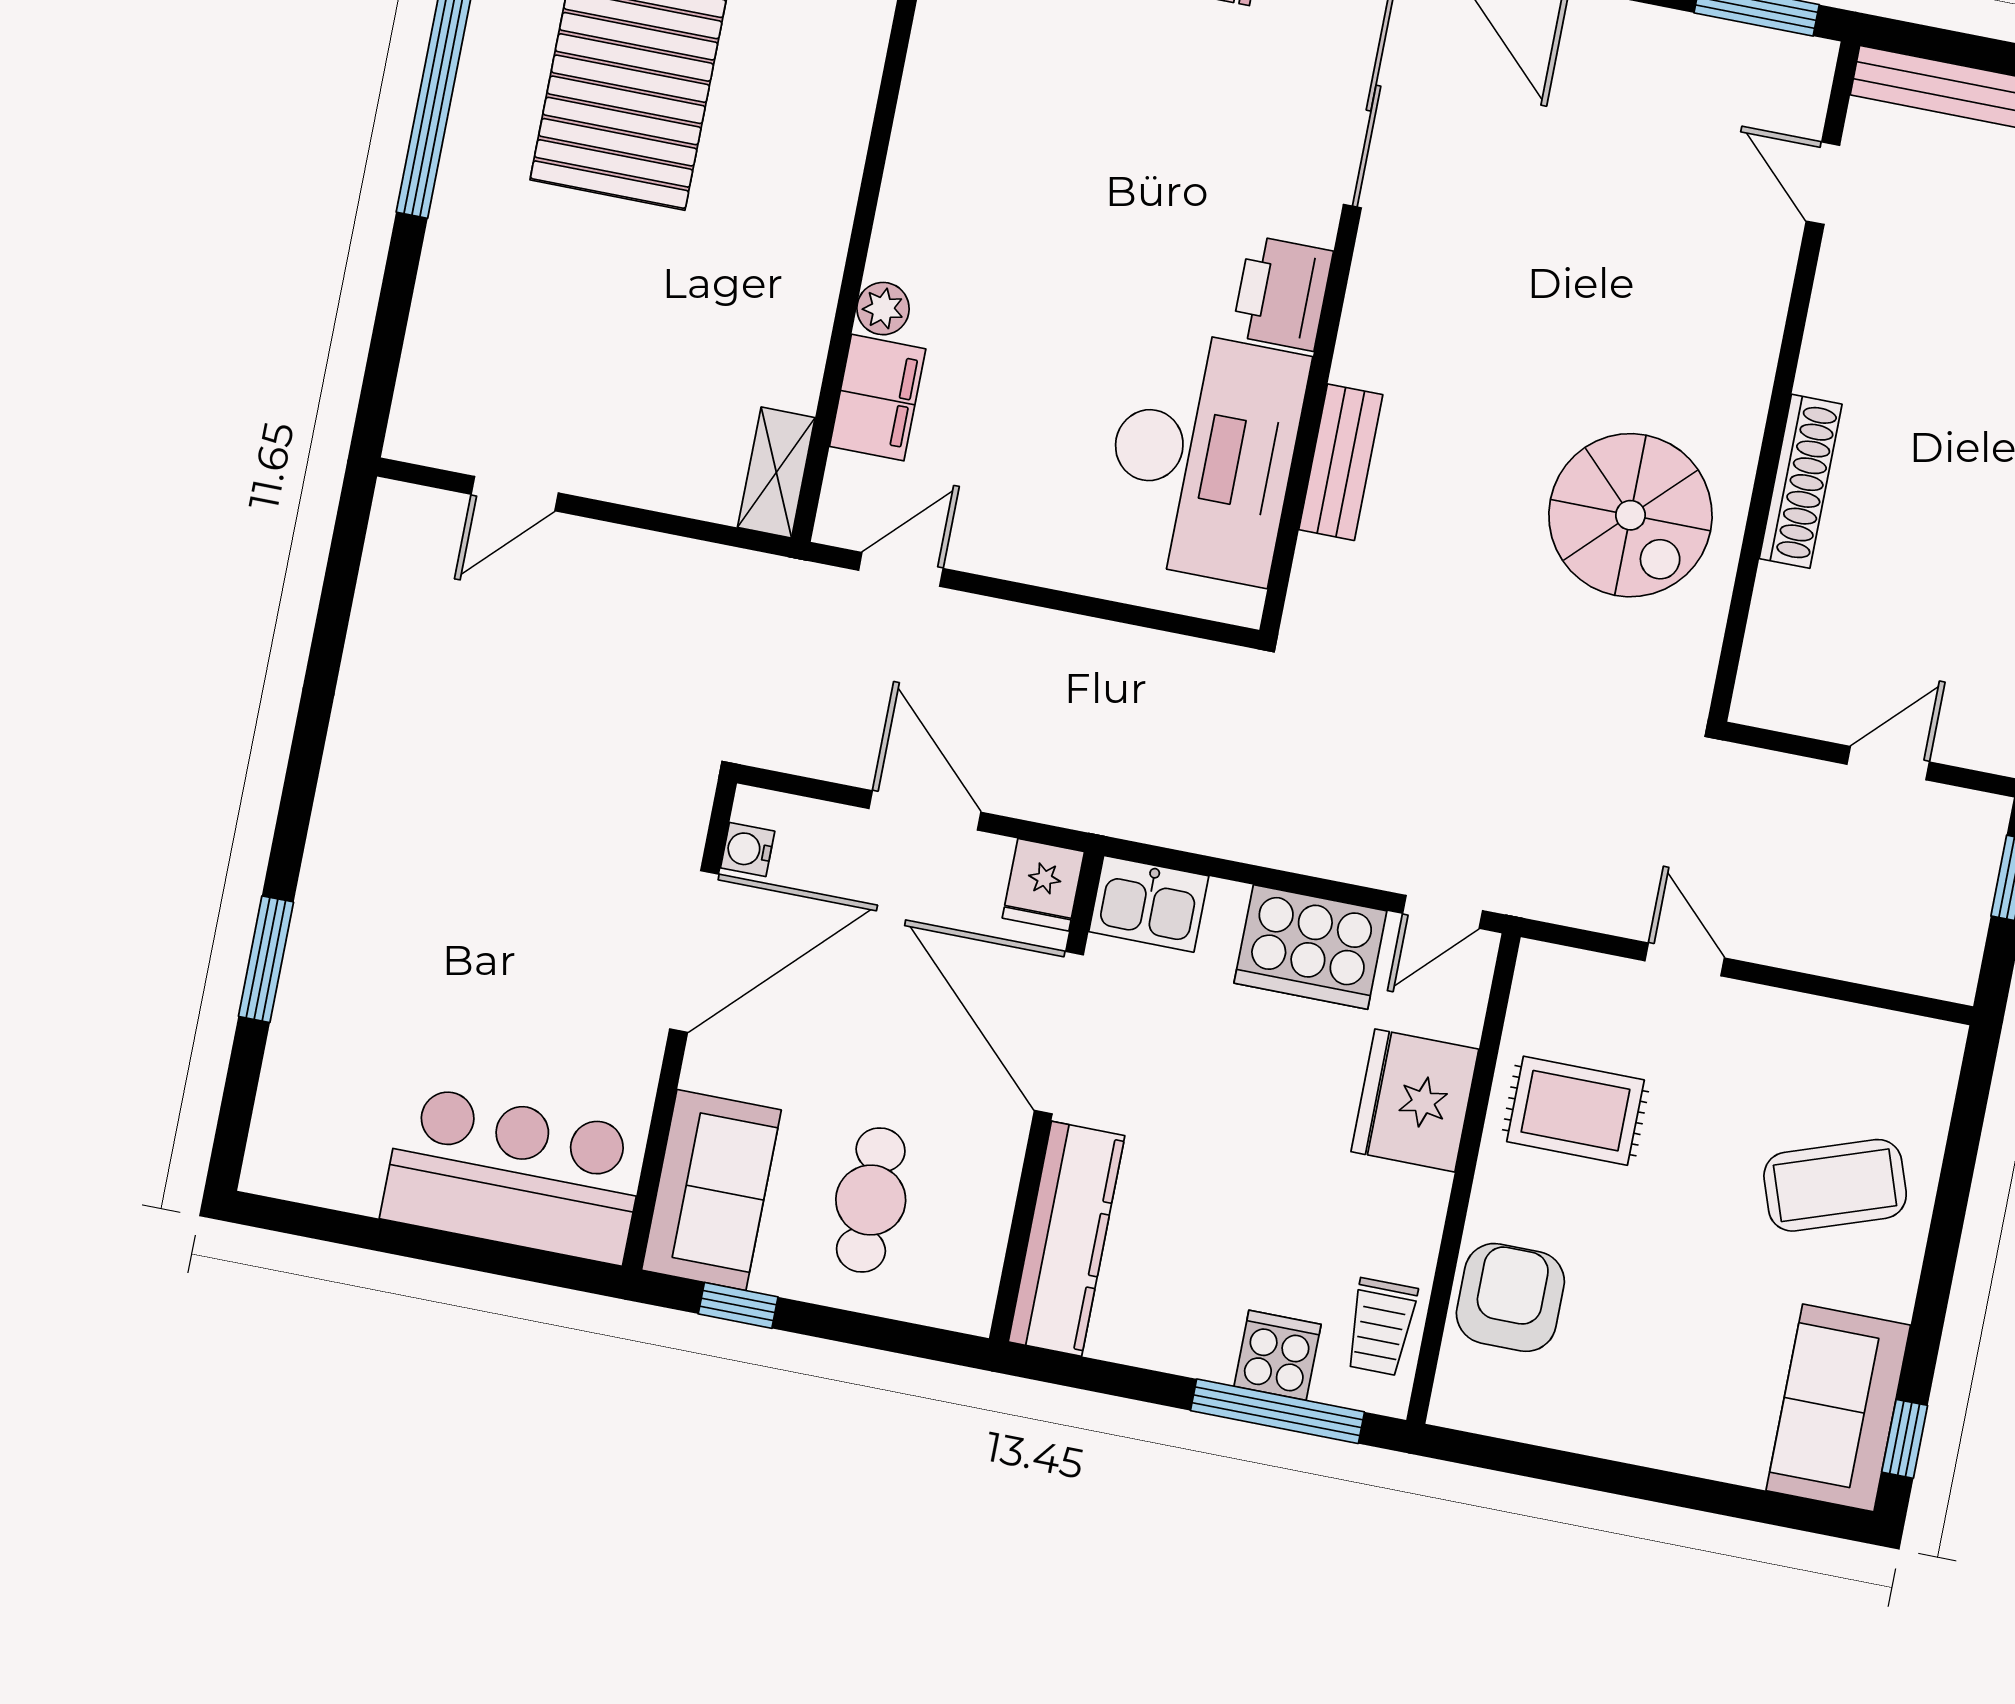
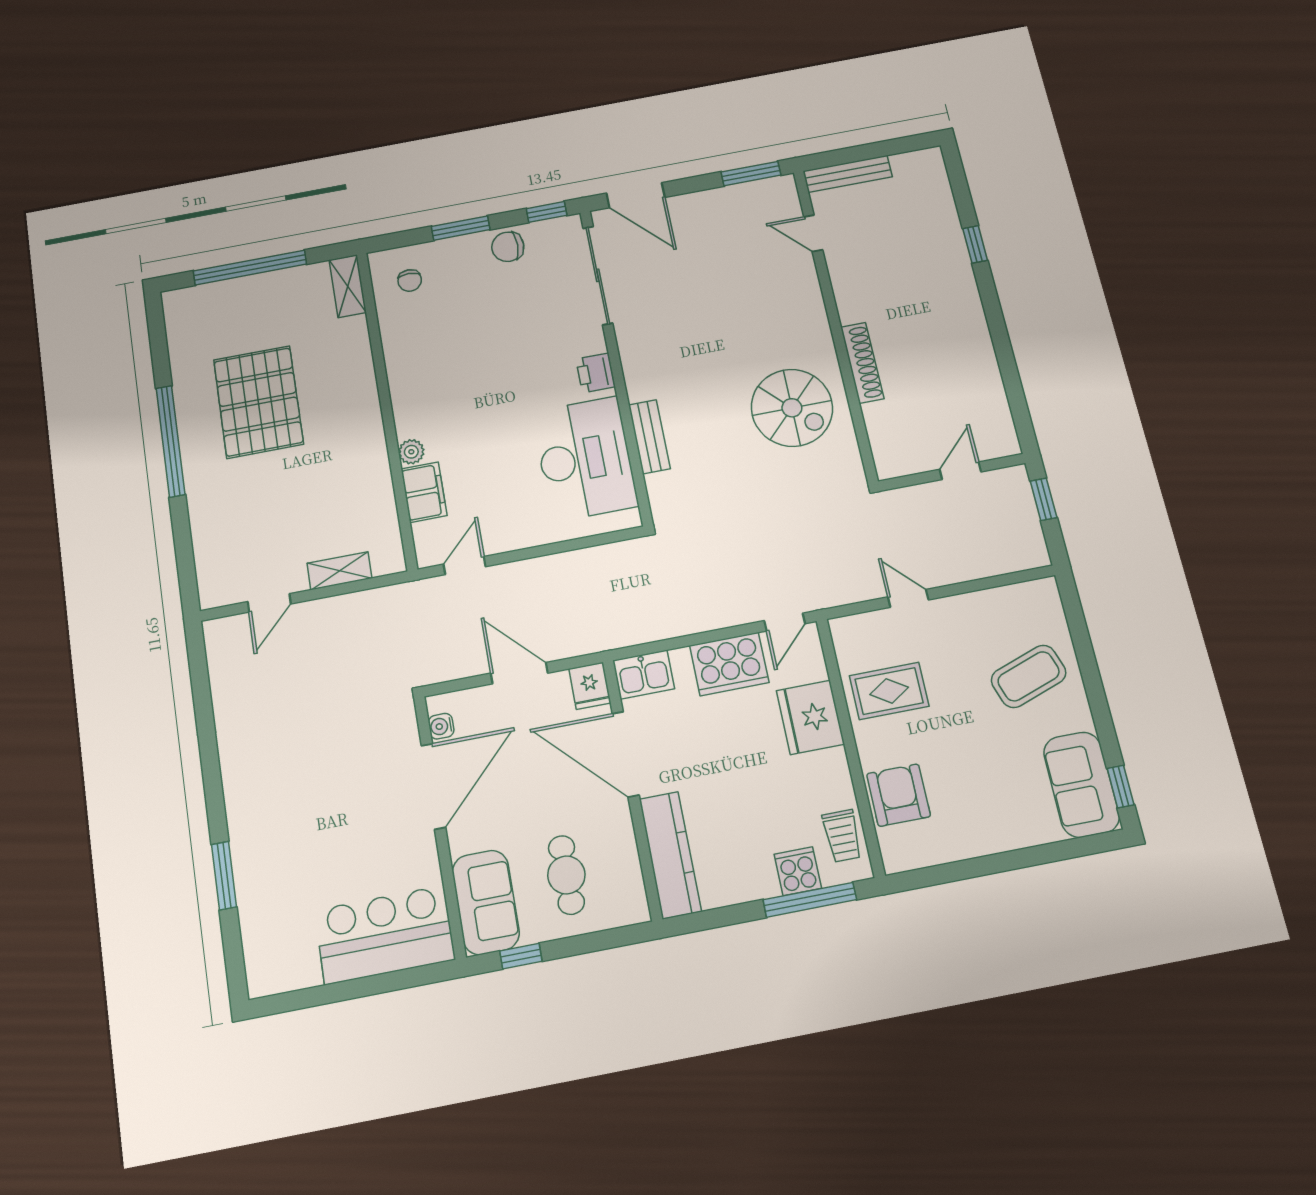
printer: (1282, 293) -> (596, 373), width x0.73, depth x0.81
shelving: (776, 473) -> (339, 571), moved, turned 90

